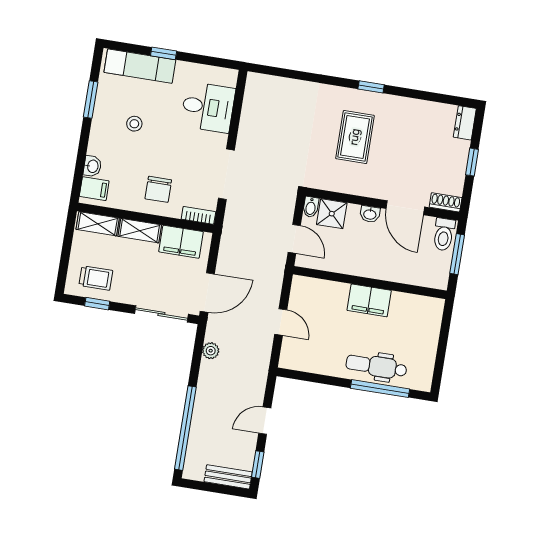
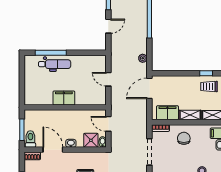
sliding door: (161, 314) -> (172, 73), removed

